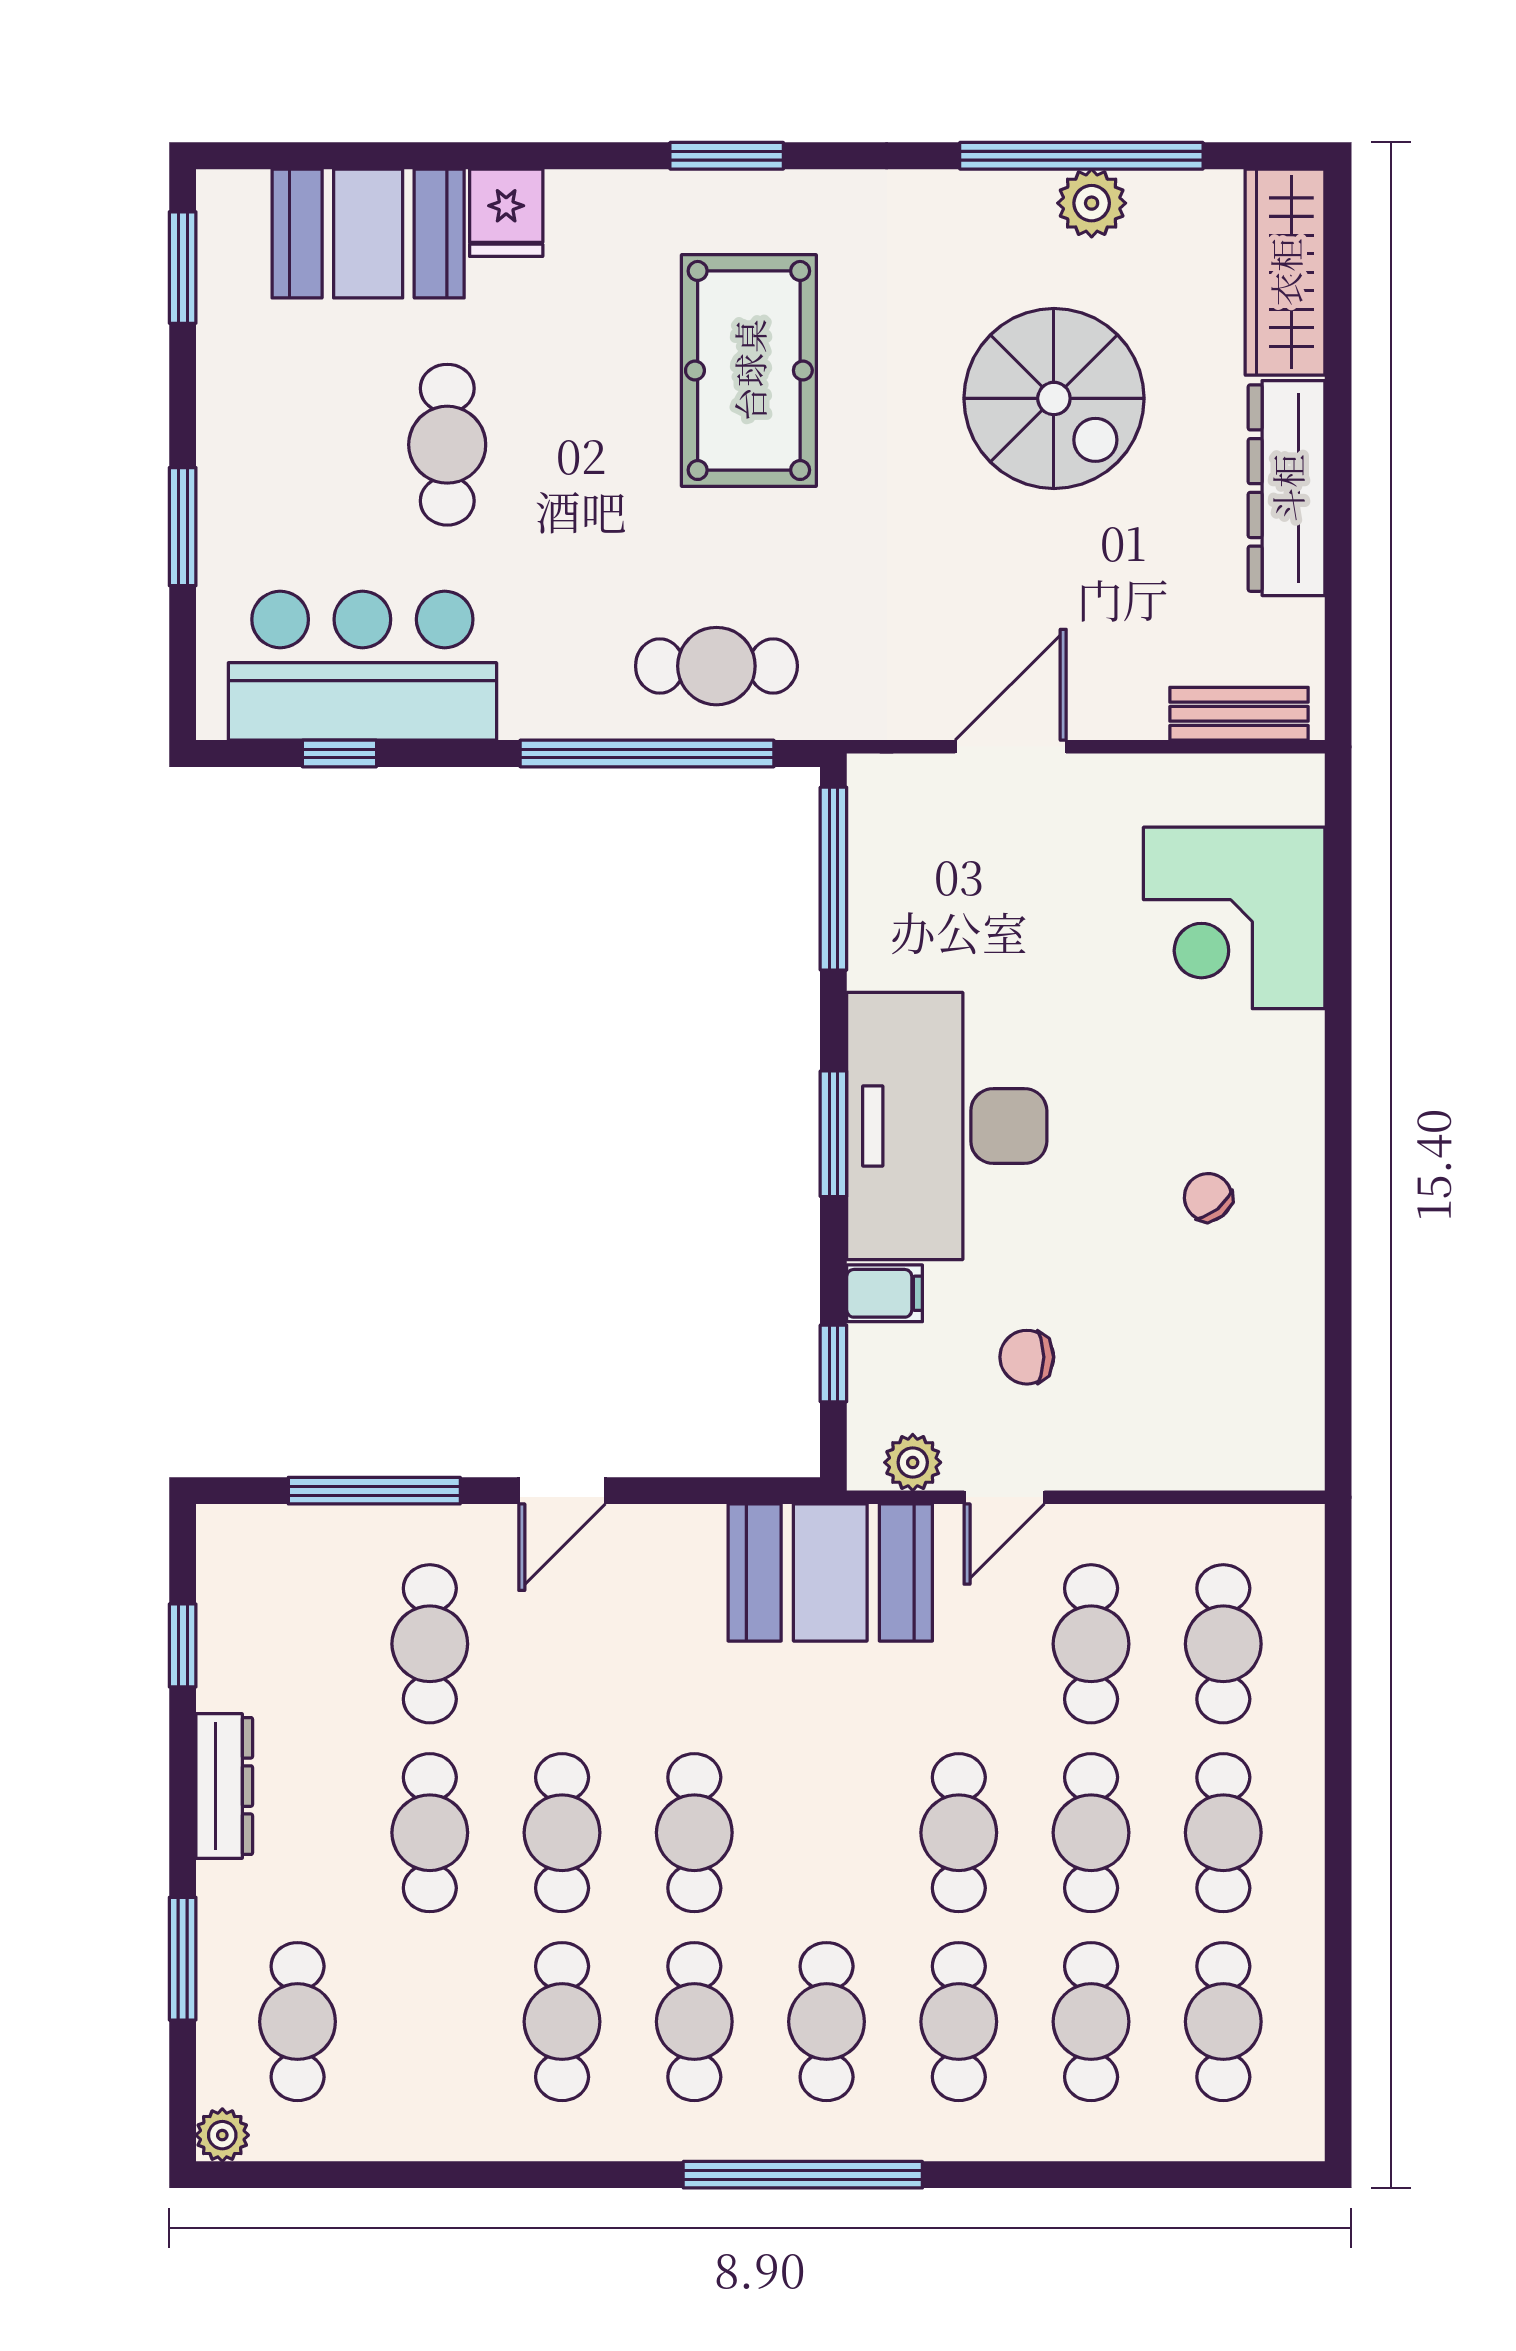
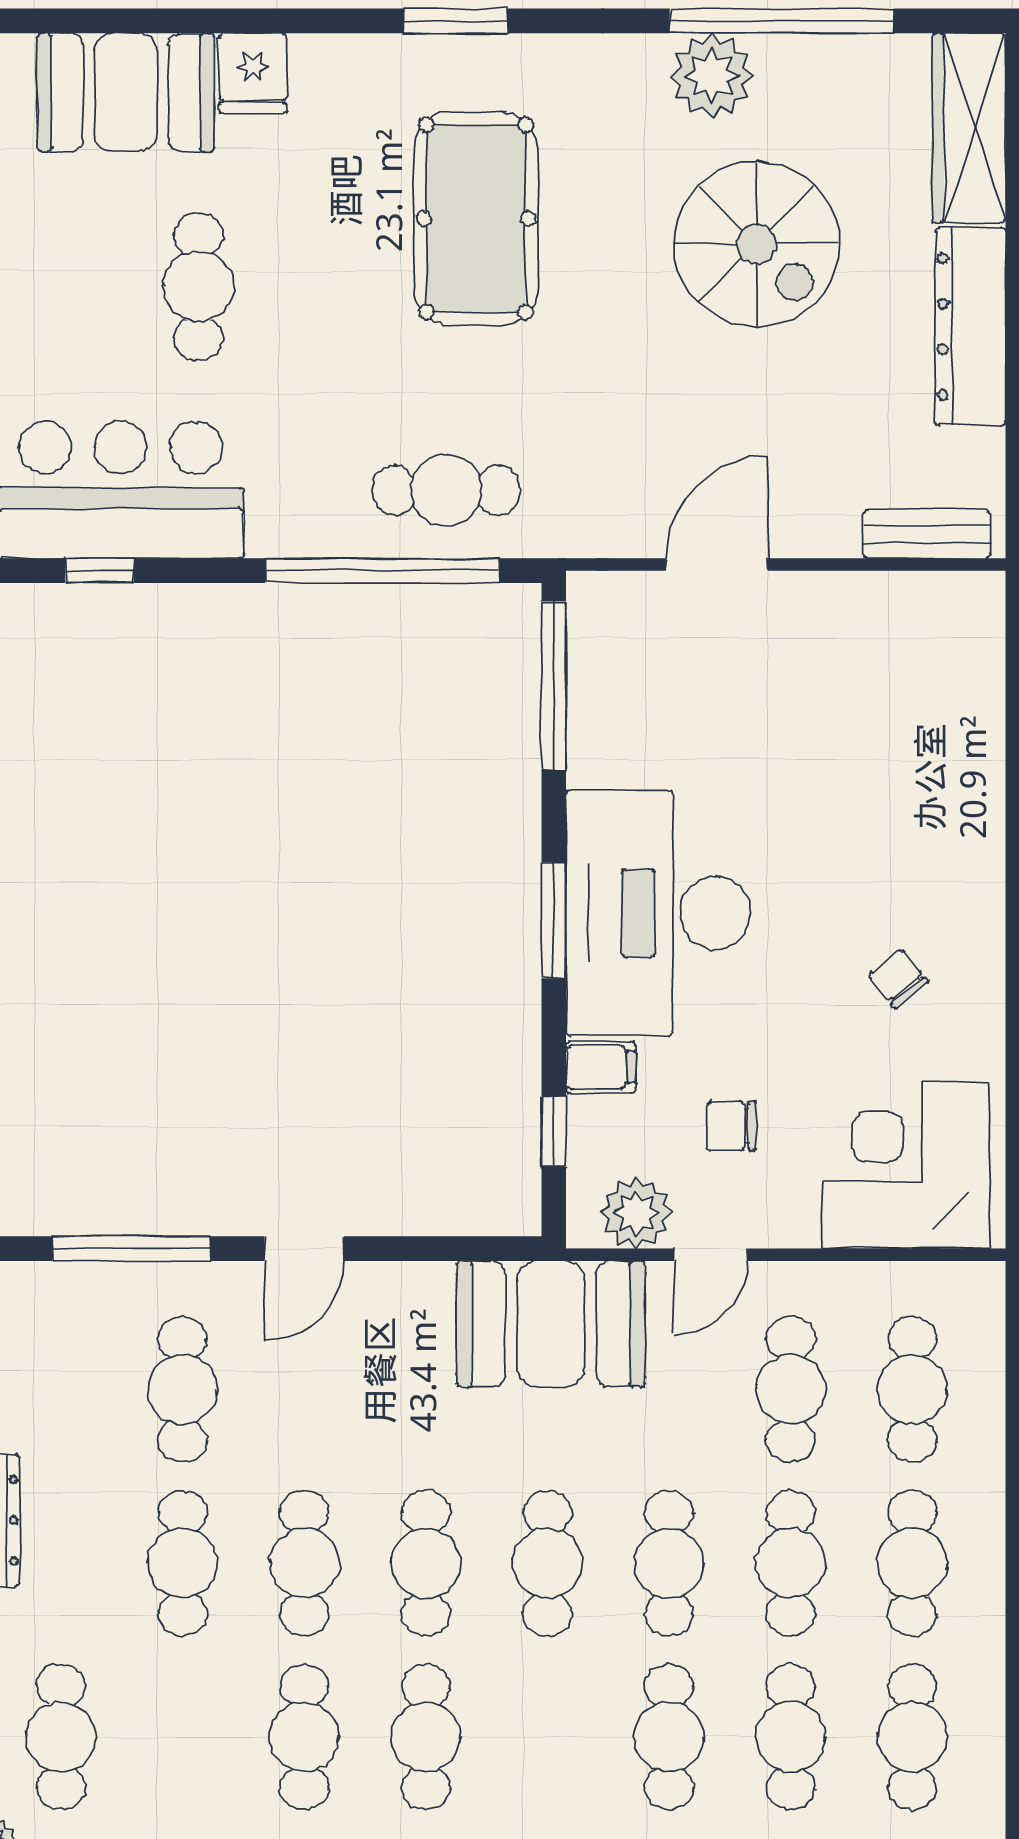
plant: (1092, 203) -> (712, 76), moved, width x1.36, depth x1.36
corner desk: (1234, 918) -> (906, 1165), moved, turned 90
plant: (913, 1462) -> (636, 1213), width x1.38, depth x1.38
cafe table: (827, 2022) -> (547, 1563), moved

